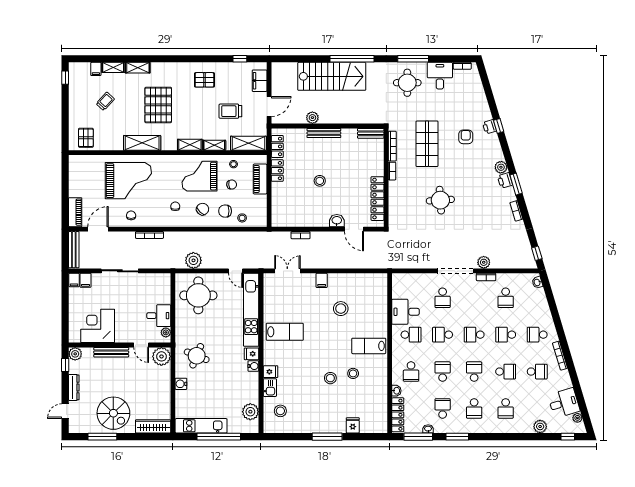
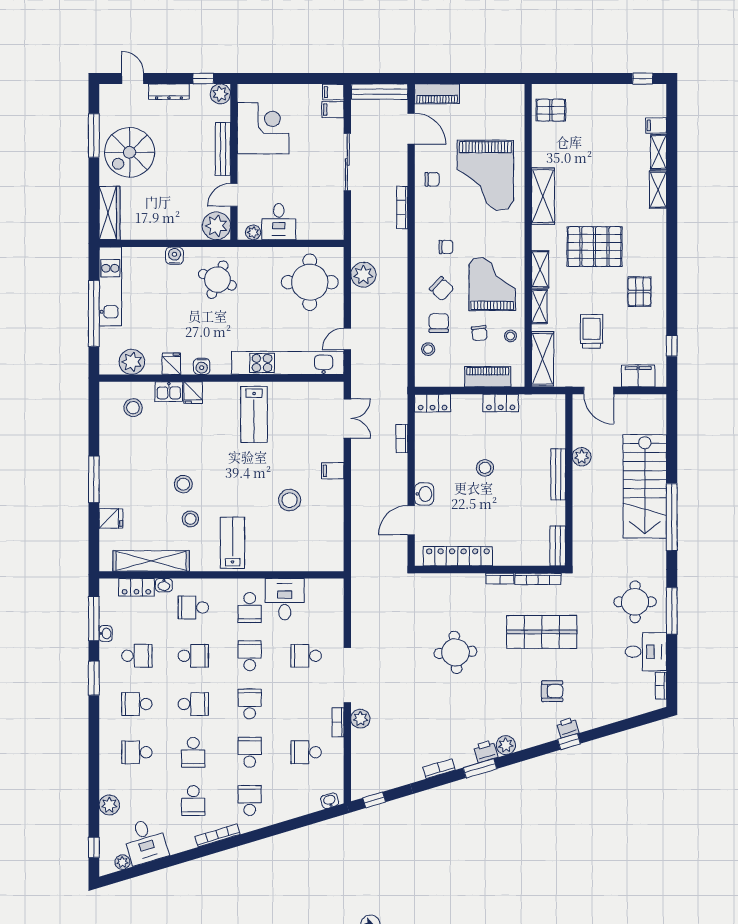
trolley: (105, 101) -> (607, 140), removed
pallet: (158, 105) -> (594, 247), moved
locker: (277, 146) -> (433, 403), moved
fridge: (252, 354) -> (171, 364), moved
shelving: (381, 399) -> (151, 561), added
locker: (398, 415) -> (136, 587), width x0.66

